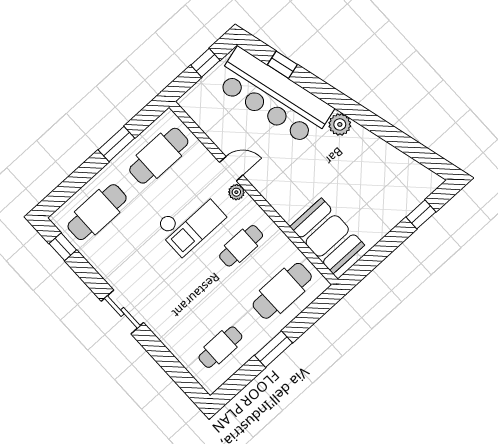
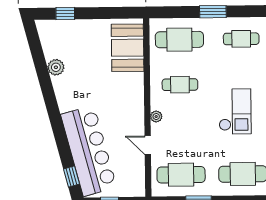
window: (282, 65) -> (72, 177), moved
plant: (340, 124) -> (56, 67), moved
door: (231, 169) -> (148, 145), moved
checkout: (190, 222) -> (235, 111), moved, turned 90

